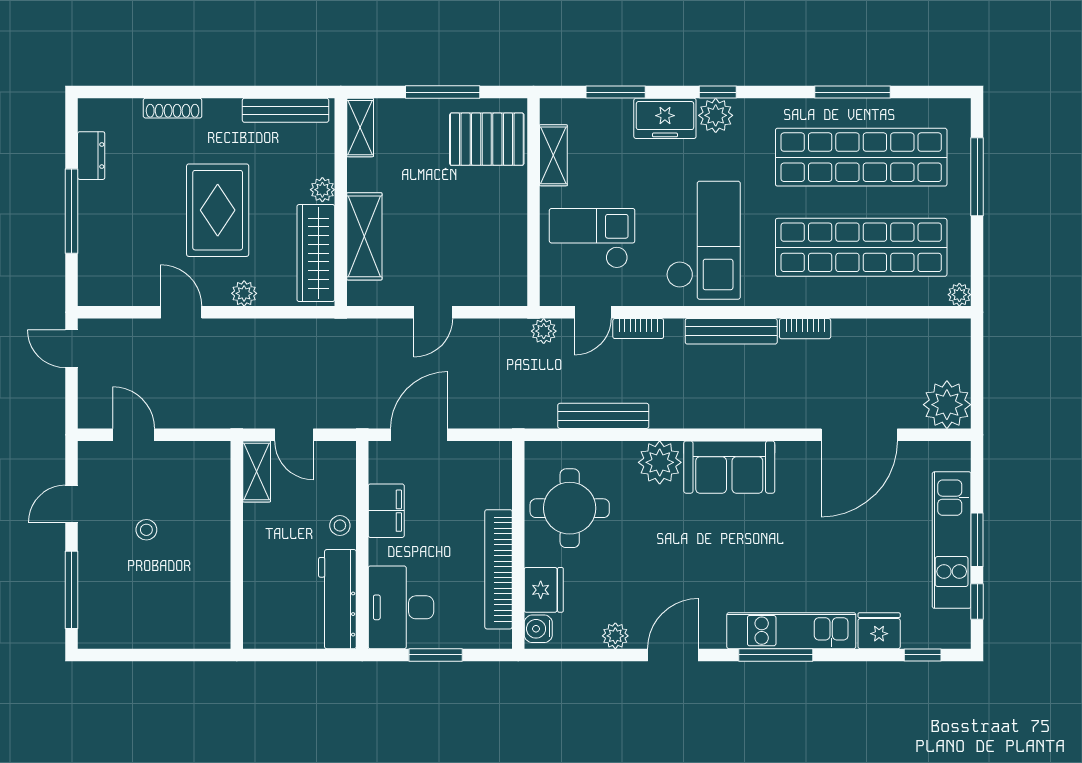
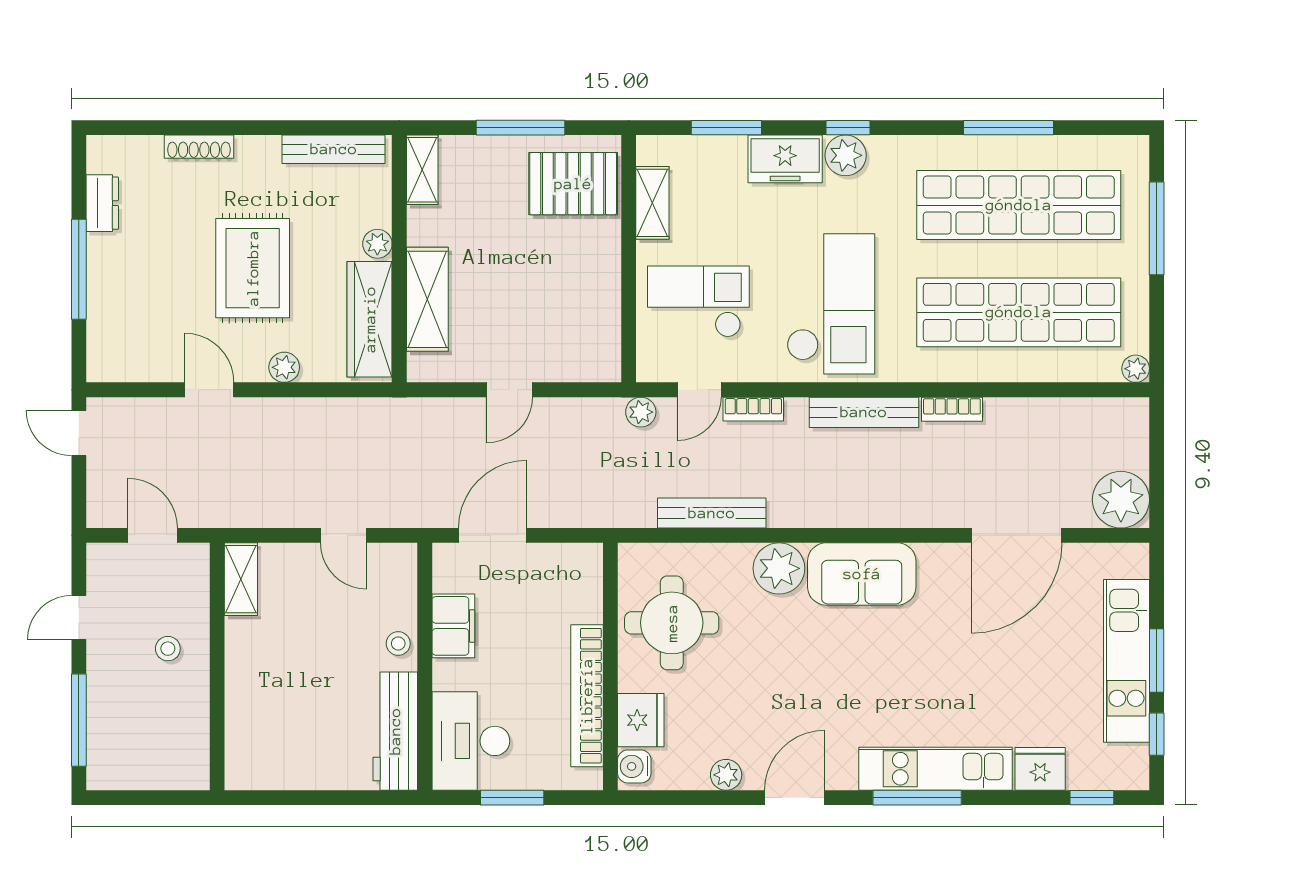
shelving: (257, 471) -> (241, 579), moved
wall: (237, 545) -> (217, 667), moved

